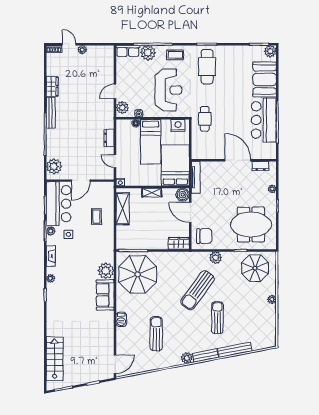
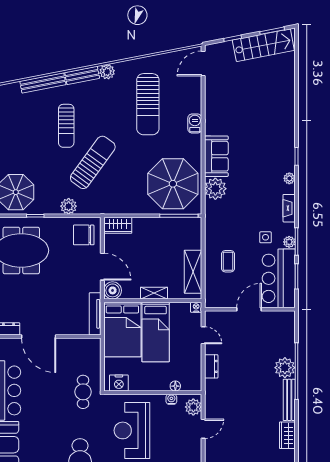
bed: (151, 142) -> (156, 332), moved, turned 180
plant: (54, 166) -> (285, 368), moved
sun lounger: (156, 334) -> (148, 104), width x1.36, depth x1.34
stairs: (55, 359) -> (263, 45), moved, turned -101

